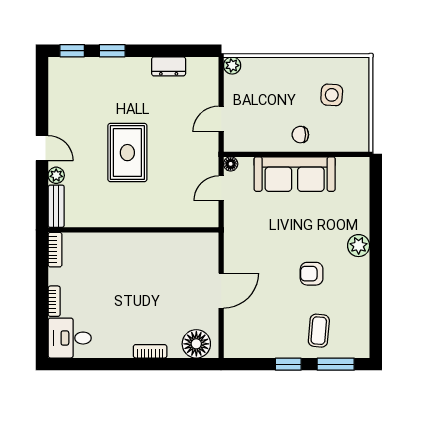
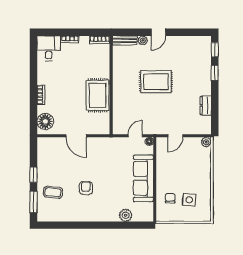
door: (221, 119) -> (175, 136), swing flipped
chair: (300, 135) -> (170, 198), moved
door: (221, 188) -> (135, 136), hinge flipped
plant: (359, 246) -> (126, 215), moved
rug: (151, 253) -> (97, 95), added

